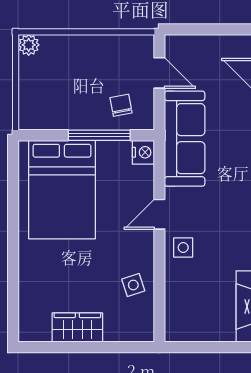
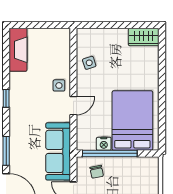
window: (99, 135) -> (110, 153), width x1.46
nightstand: (143, 152) -> (104, 144), moved, turned -90
wardrobe: (77, 327) -> (144, 37), moved

